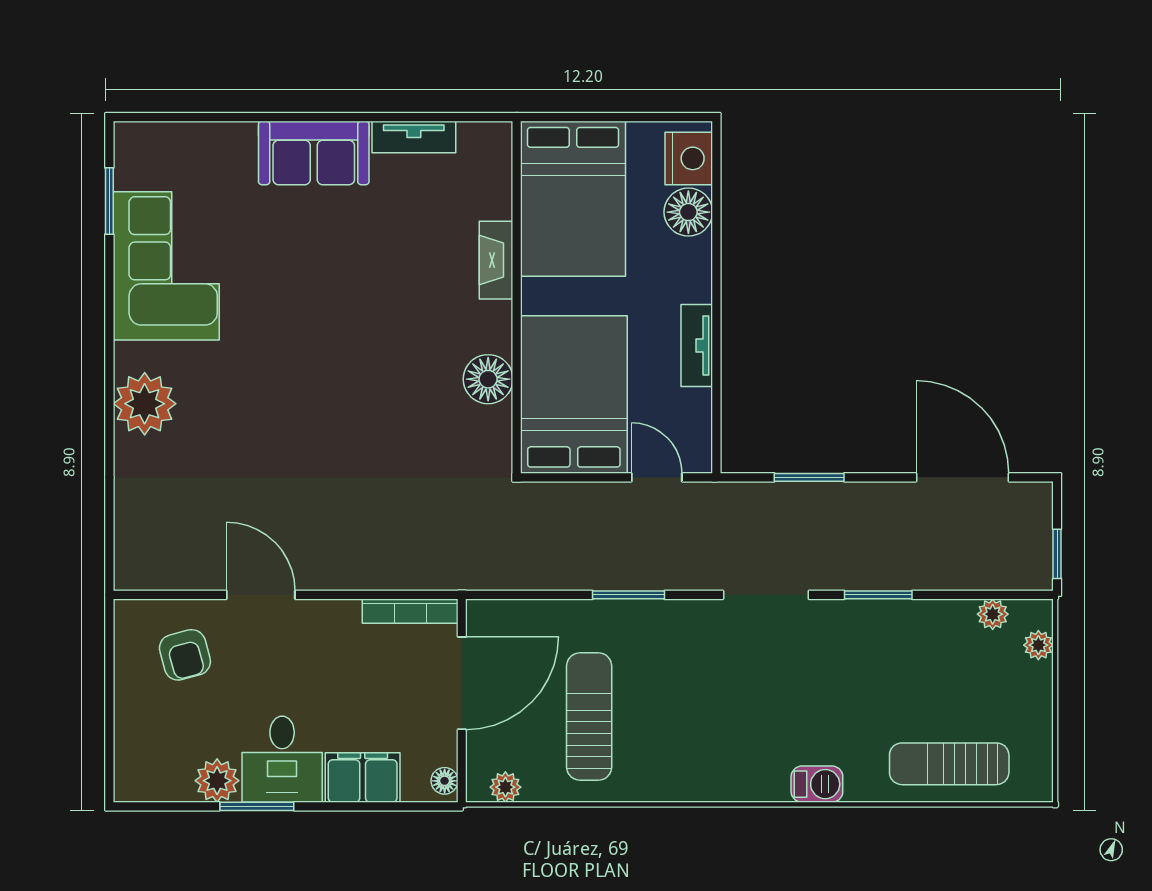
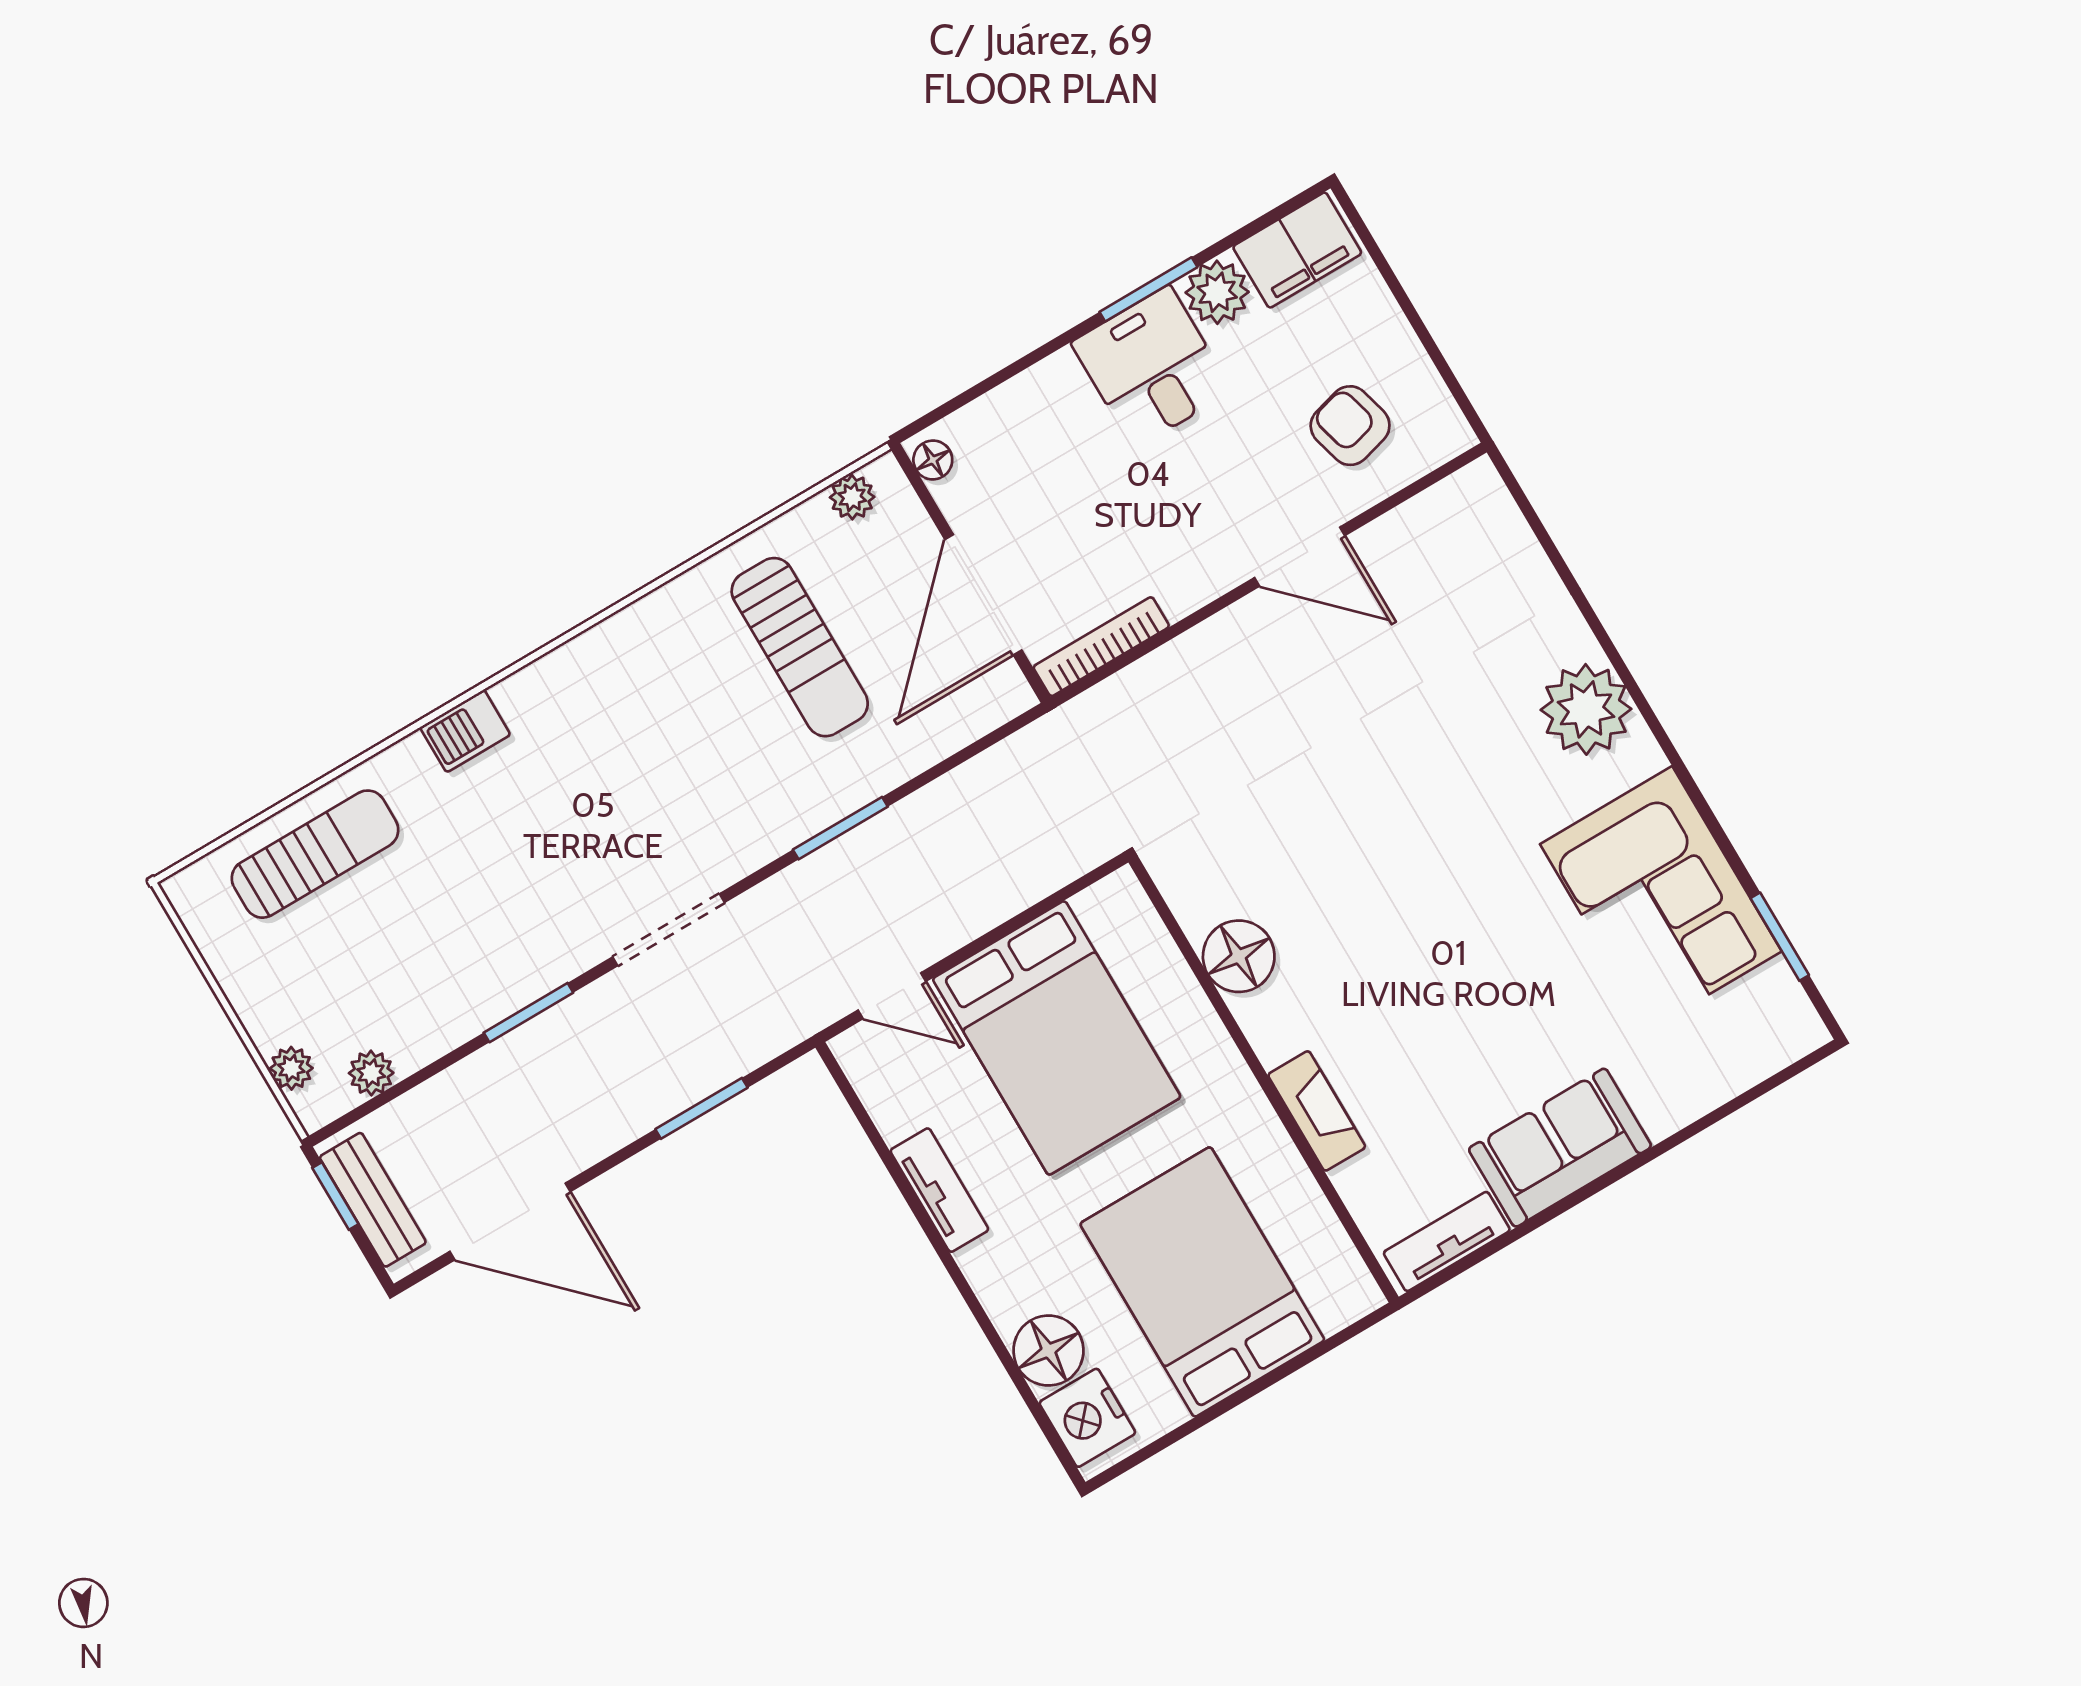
fireplace: (496, 260) -> (1317, 1111), moved
wall: (517, 297) -> (1263, 1080), moved
floor lamp: (488, 379) -> (1239, 956), moved
bench: (1036, 538) -> (373, 1200), added
filing cabinet: (363, 778) -> (1297, 250), moved

